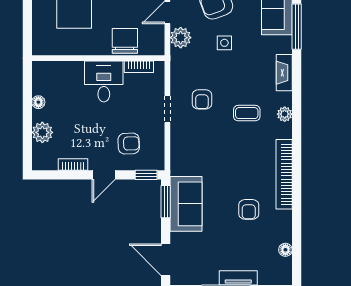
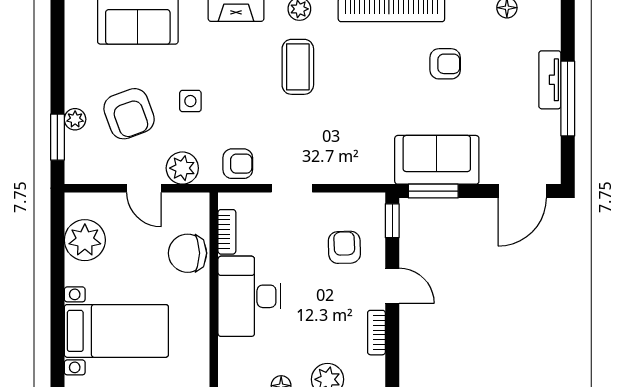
desk: (104, 81) -> (249, 296), width x1.37
armchair: (202, 99) -> (238, 164), moved
coffee table: (247, 113) -> (298, 67), width x1.36, depth x1.30

